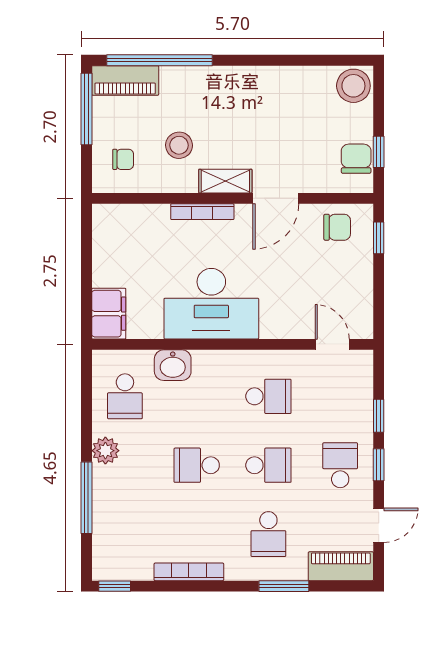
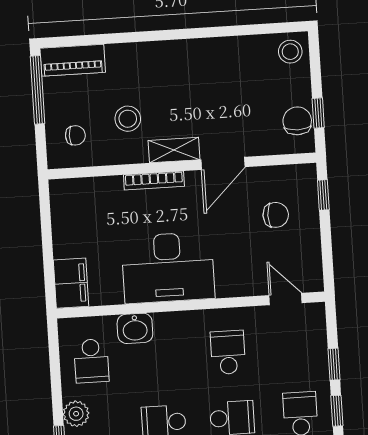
window: (159, 60) -> (104, 39), removed
stool: (353, 86) -> (290, 52), width x0.73, depth x0.73
chair: (337, 227) -> (276, 215), moved
school desk: (268, 396) -> (228, 352), turned -90

